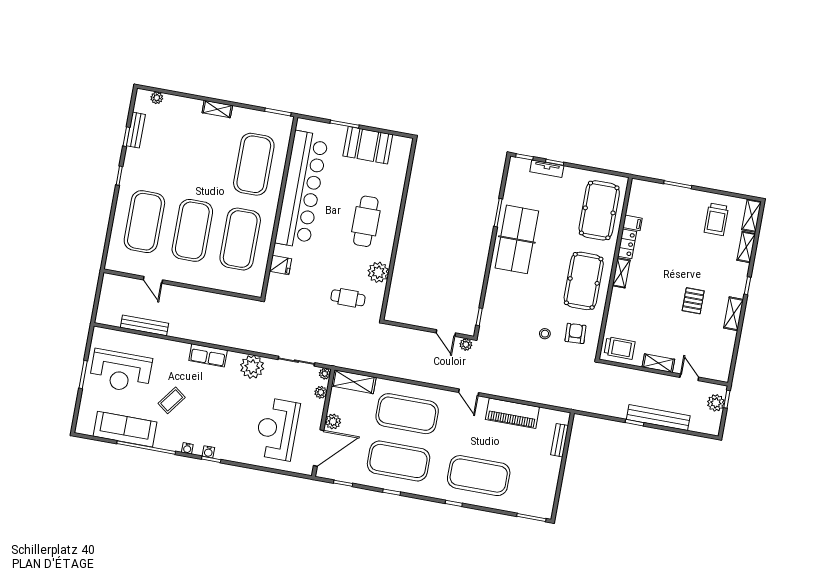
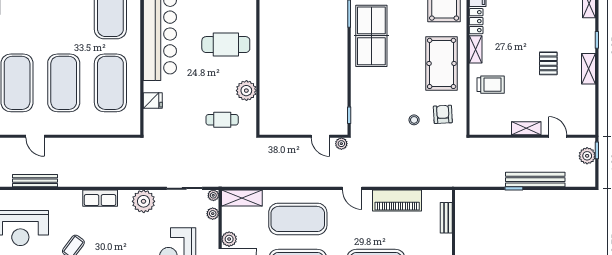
cafe table: (366, 221) -> (226, 45), turned 90
trolley: (619, 348) -> (491, 85), moved

